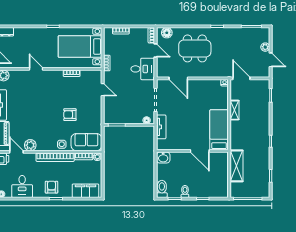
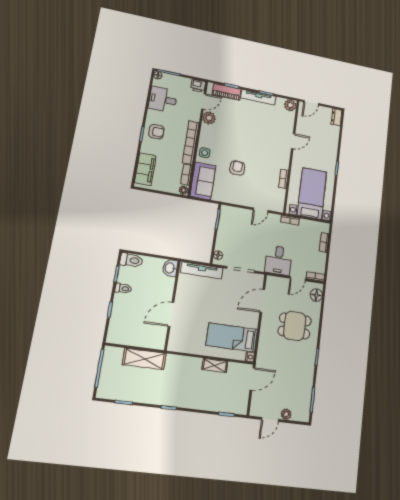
dining table: (195, 48) -> (295, 326), width x0.73
tv unit: (161, 127) -> (202, 270), width x1.41
bed: (219, 130) -> (232, 337), moved, turned 180

